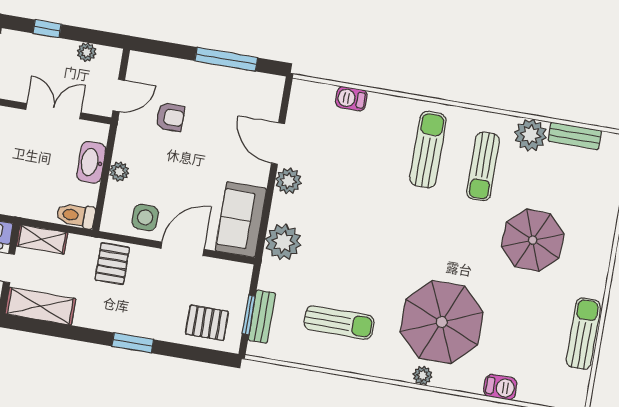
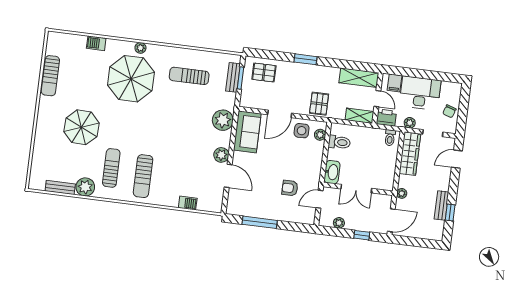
washbasin: (91, 162) -> (332, 172), moved
plant: (119, 171) -> (320, 135), moved
toilet: (76, 215) -> (339, 142), moved

